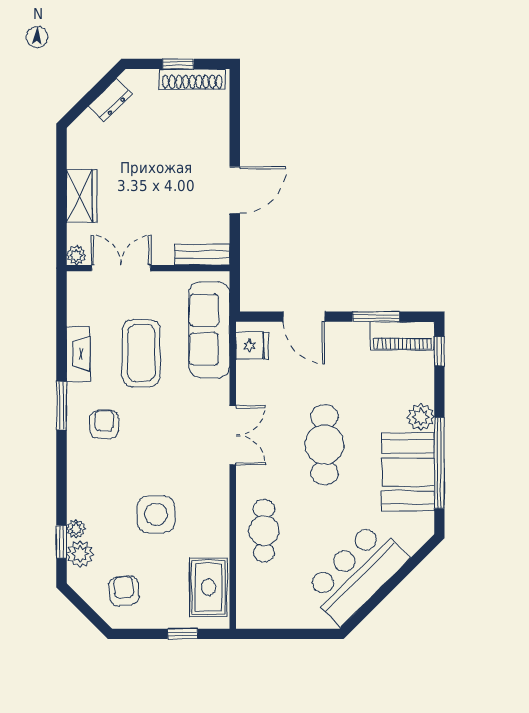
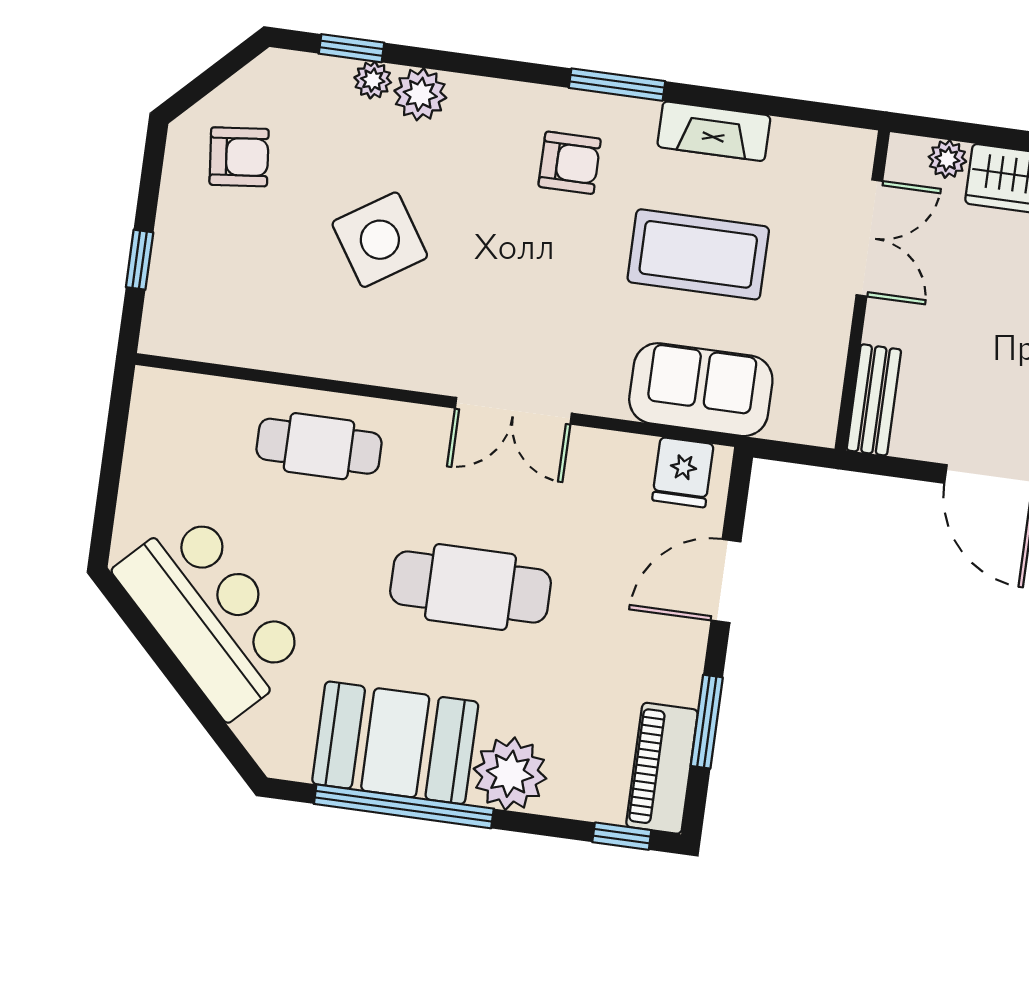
plant: (76, 255) -> (947, 159), moved
sofa: (209, 330) -> (701, 390), width x0.73
plant: (421, 417) -> (510, 774), width x1.36, depth x1.36
side table: (156, 514) -> (380, 240), turned -33
plant: (80, 554) -> (420, 94), moved
rug: (208, 587) -> (224, 323), removed

